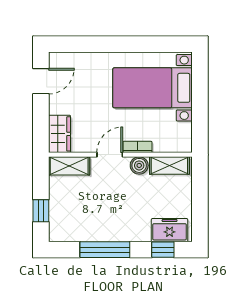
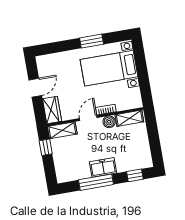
window: (134, 44) -> (92, 41), added
door: (41, 81) -> (35, 88), moved
window: (41, 211) -> (46, 147), moved
freezer: (170, 230) -> (103, 167), moved

